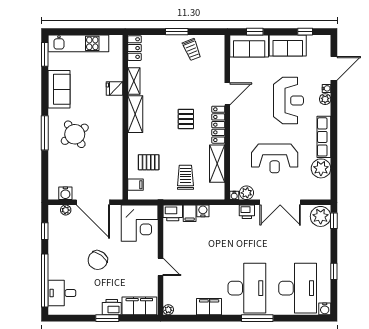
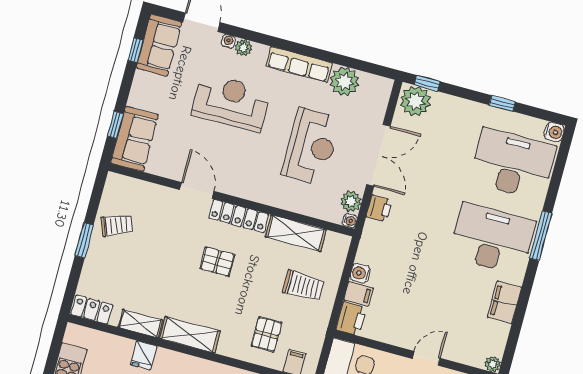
sofa: (288, 45) -> (159, 45), moved
trolley: (185, 177) -> (303, 286), turned 180

